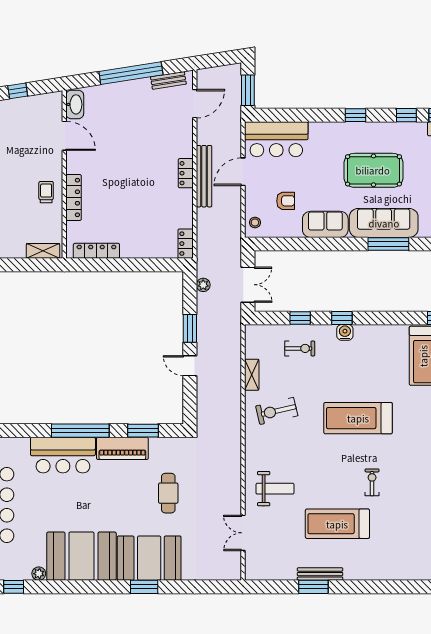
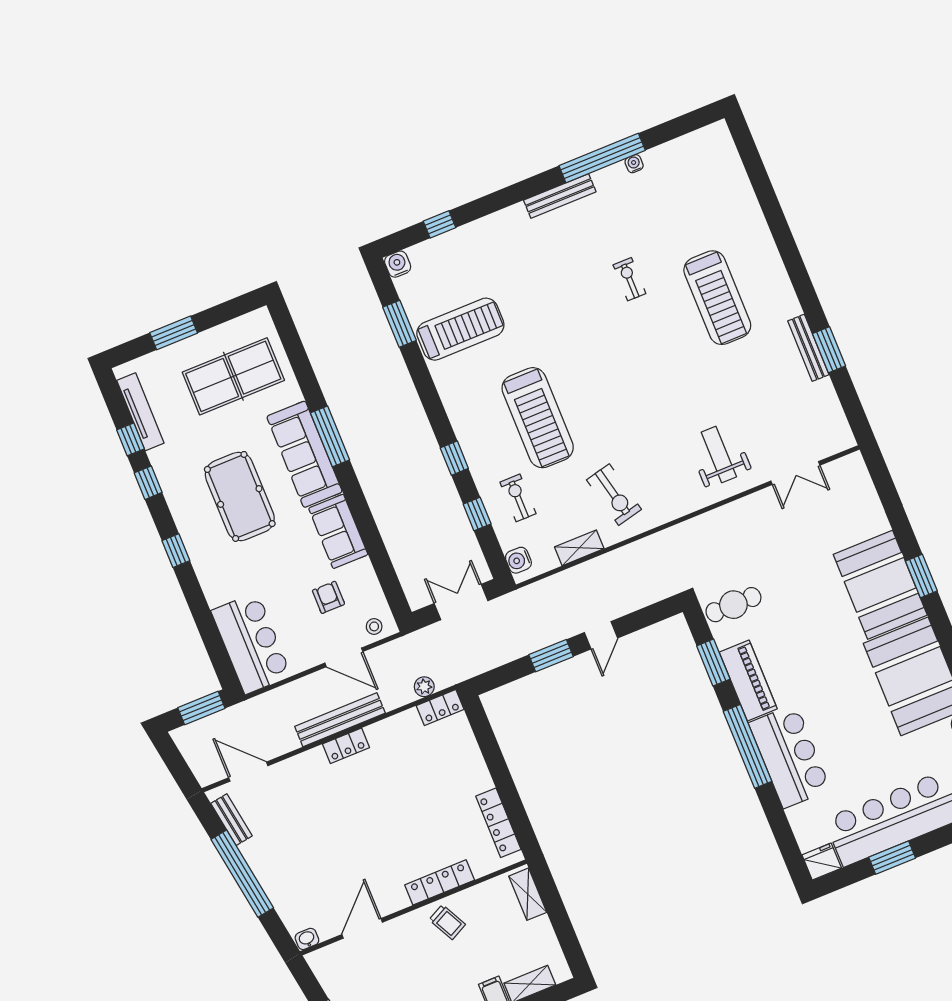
washbasin: (75, 104) -> (307, 939), width x0.52, depth x0.69
door: (243, 172) -> (344, 657), moved
trolley: (46, 192) -> (447, 922), turned -117
plant: (203, 285) -> (424, 687), moved
water cooler: (345, 332) -> (518, 560), moved
treadmill: (358, 418) -> (538, 418), moved
exercise bike: (372, 482) -> (629, 279), moved, turned 90
cafe table: (168, 493) -> (733, 605), moved
treadmill: (337, 524) -> (717, 298), moved

